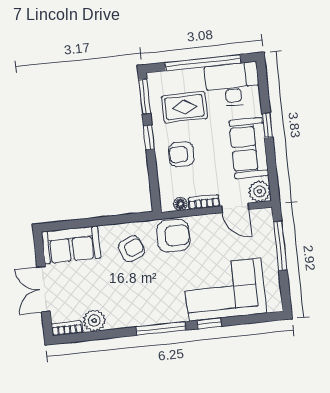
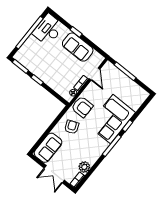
rug: (184, 107) -> (39, 56), removed
armchair: (181, 154) -> (55, 74), removed
plant: (260, 191) -> (97, 59), removed
door: (235, 208) -> (95, 74), hinge flipped
armchair: (173, 236) -> (82, 107), turned 90
corner sofa: (225, 290) -> (112, 119), moved

